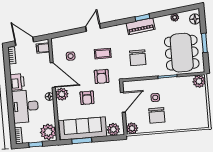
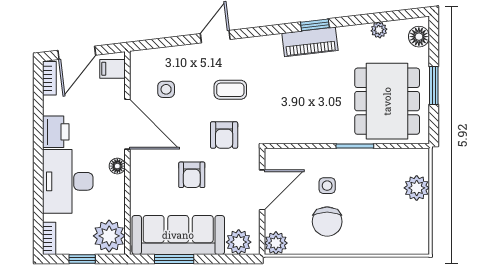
door: (24, 41) -> (77, 53), swing flipped
chair: (138, 58) -> (299, 104), removed
plant: (199, 81) -> (417, 188), moved
plant: (62, 94) -> (142, 163), removed

